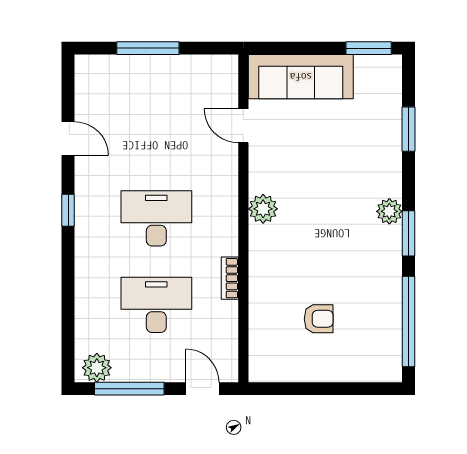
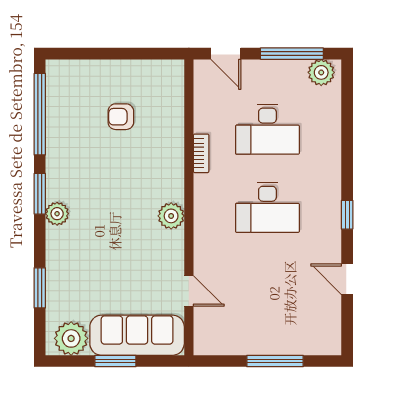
window: (369, 48) -> (115, 361), moved
plant: (374, 73) -> (71, 338), added

